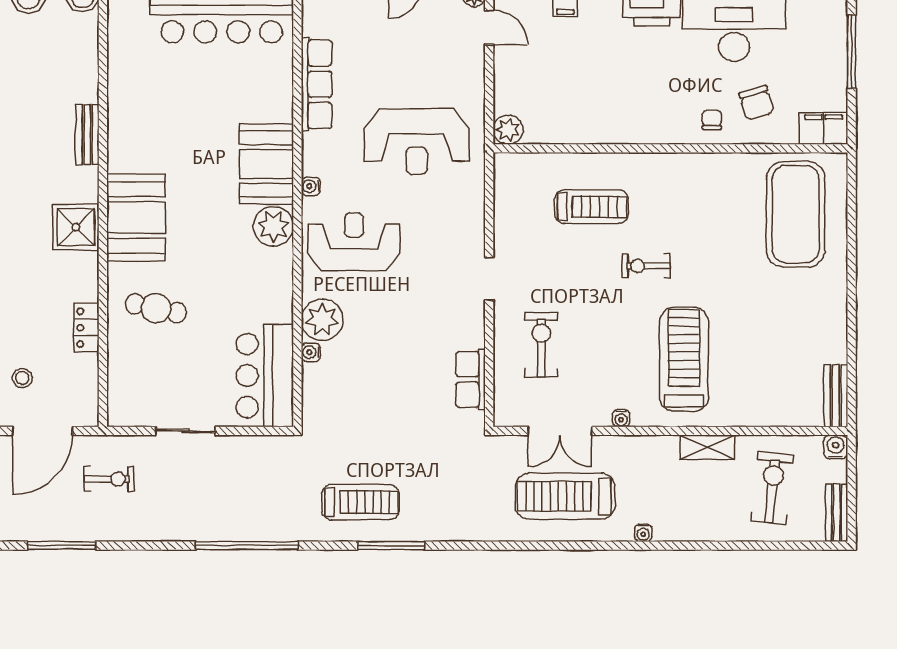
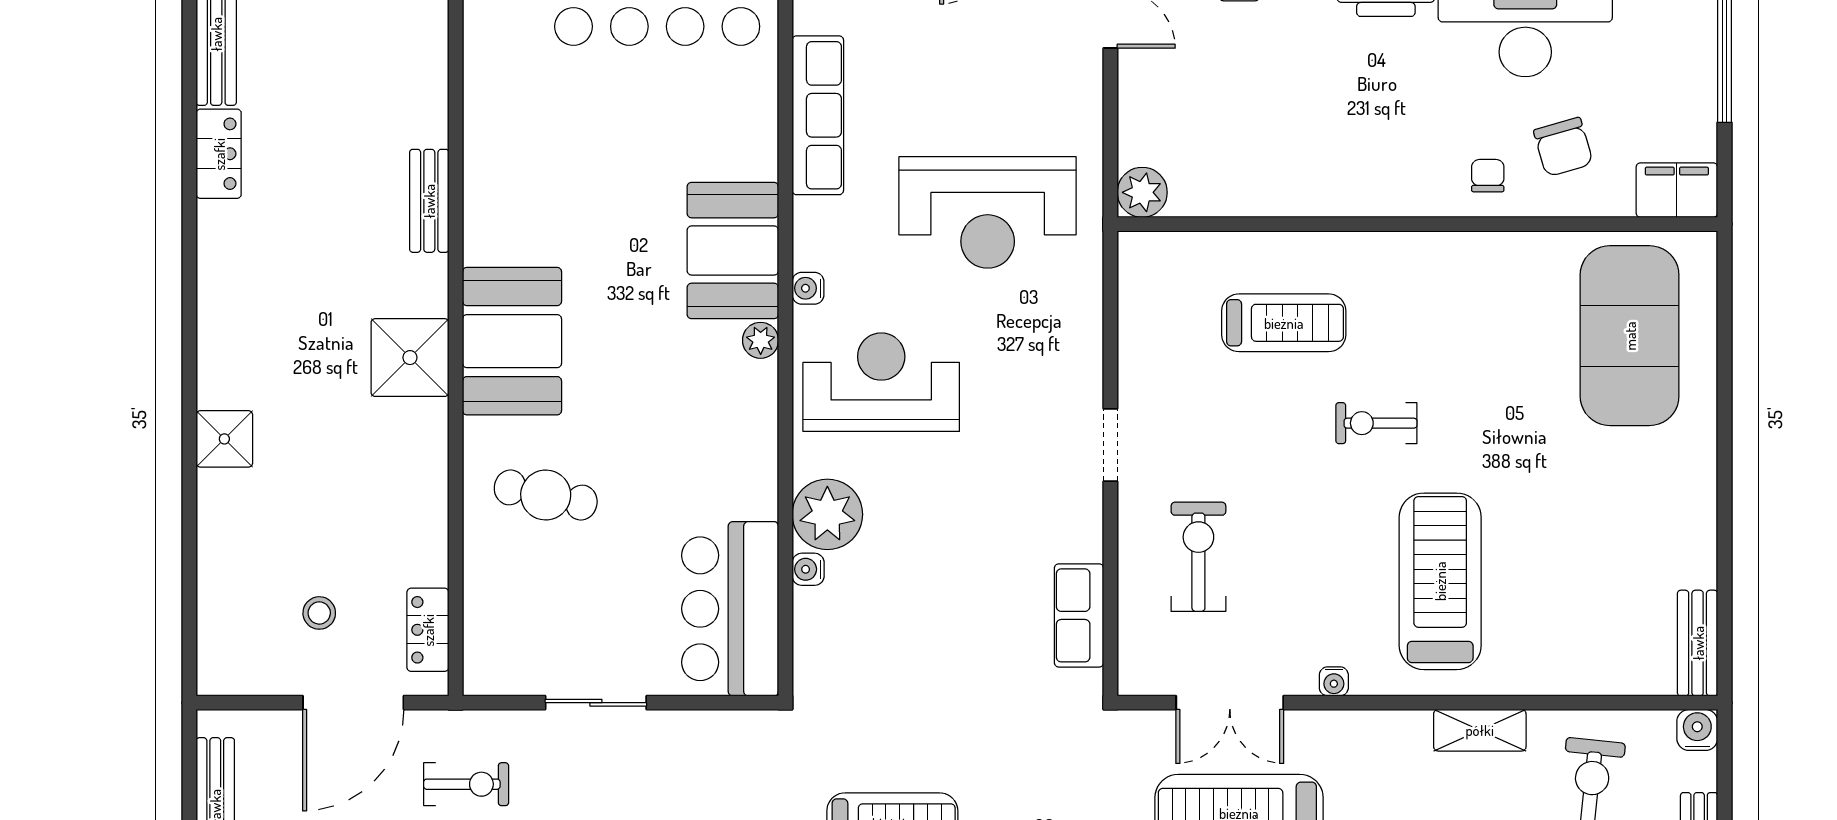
plant: (273, 226) -> (761, 340), width x0.53, depth x0.53
locker: (86, 328) -> (428, 630), moved

